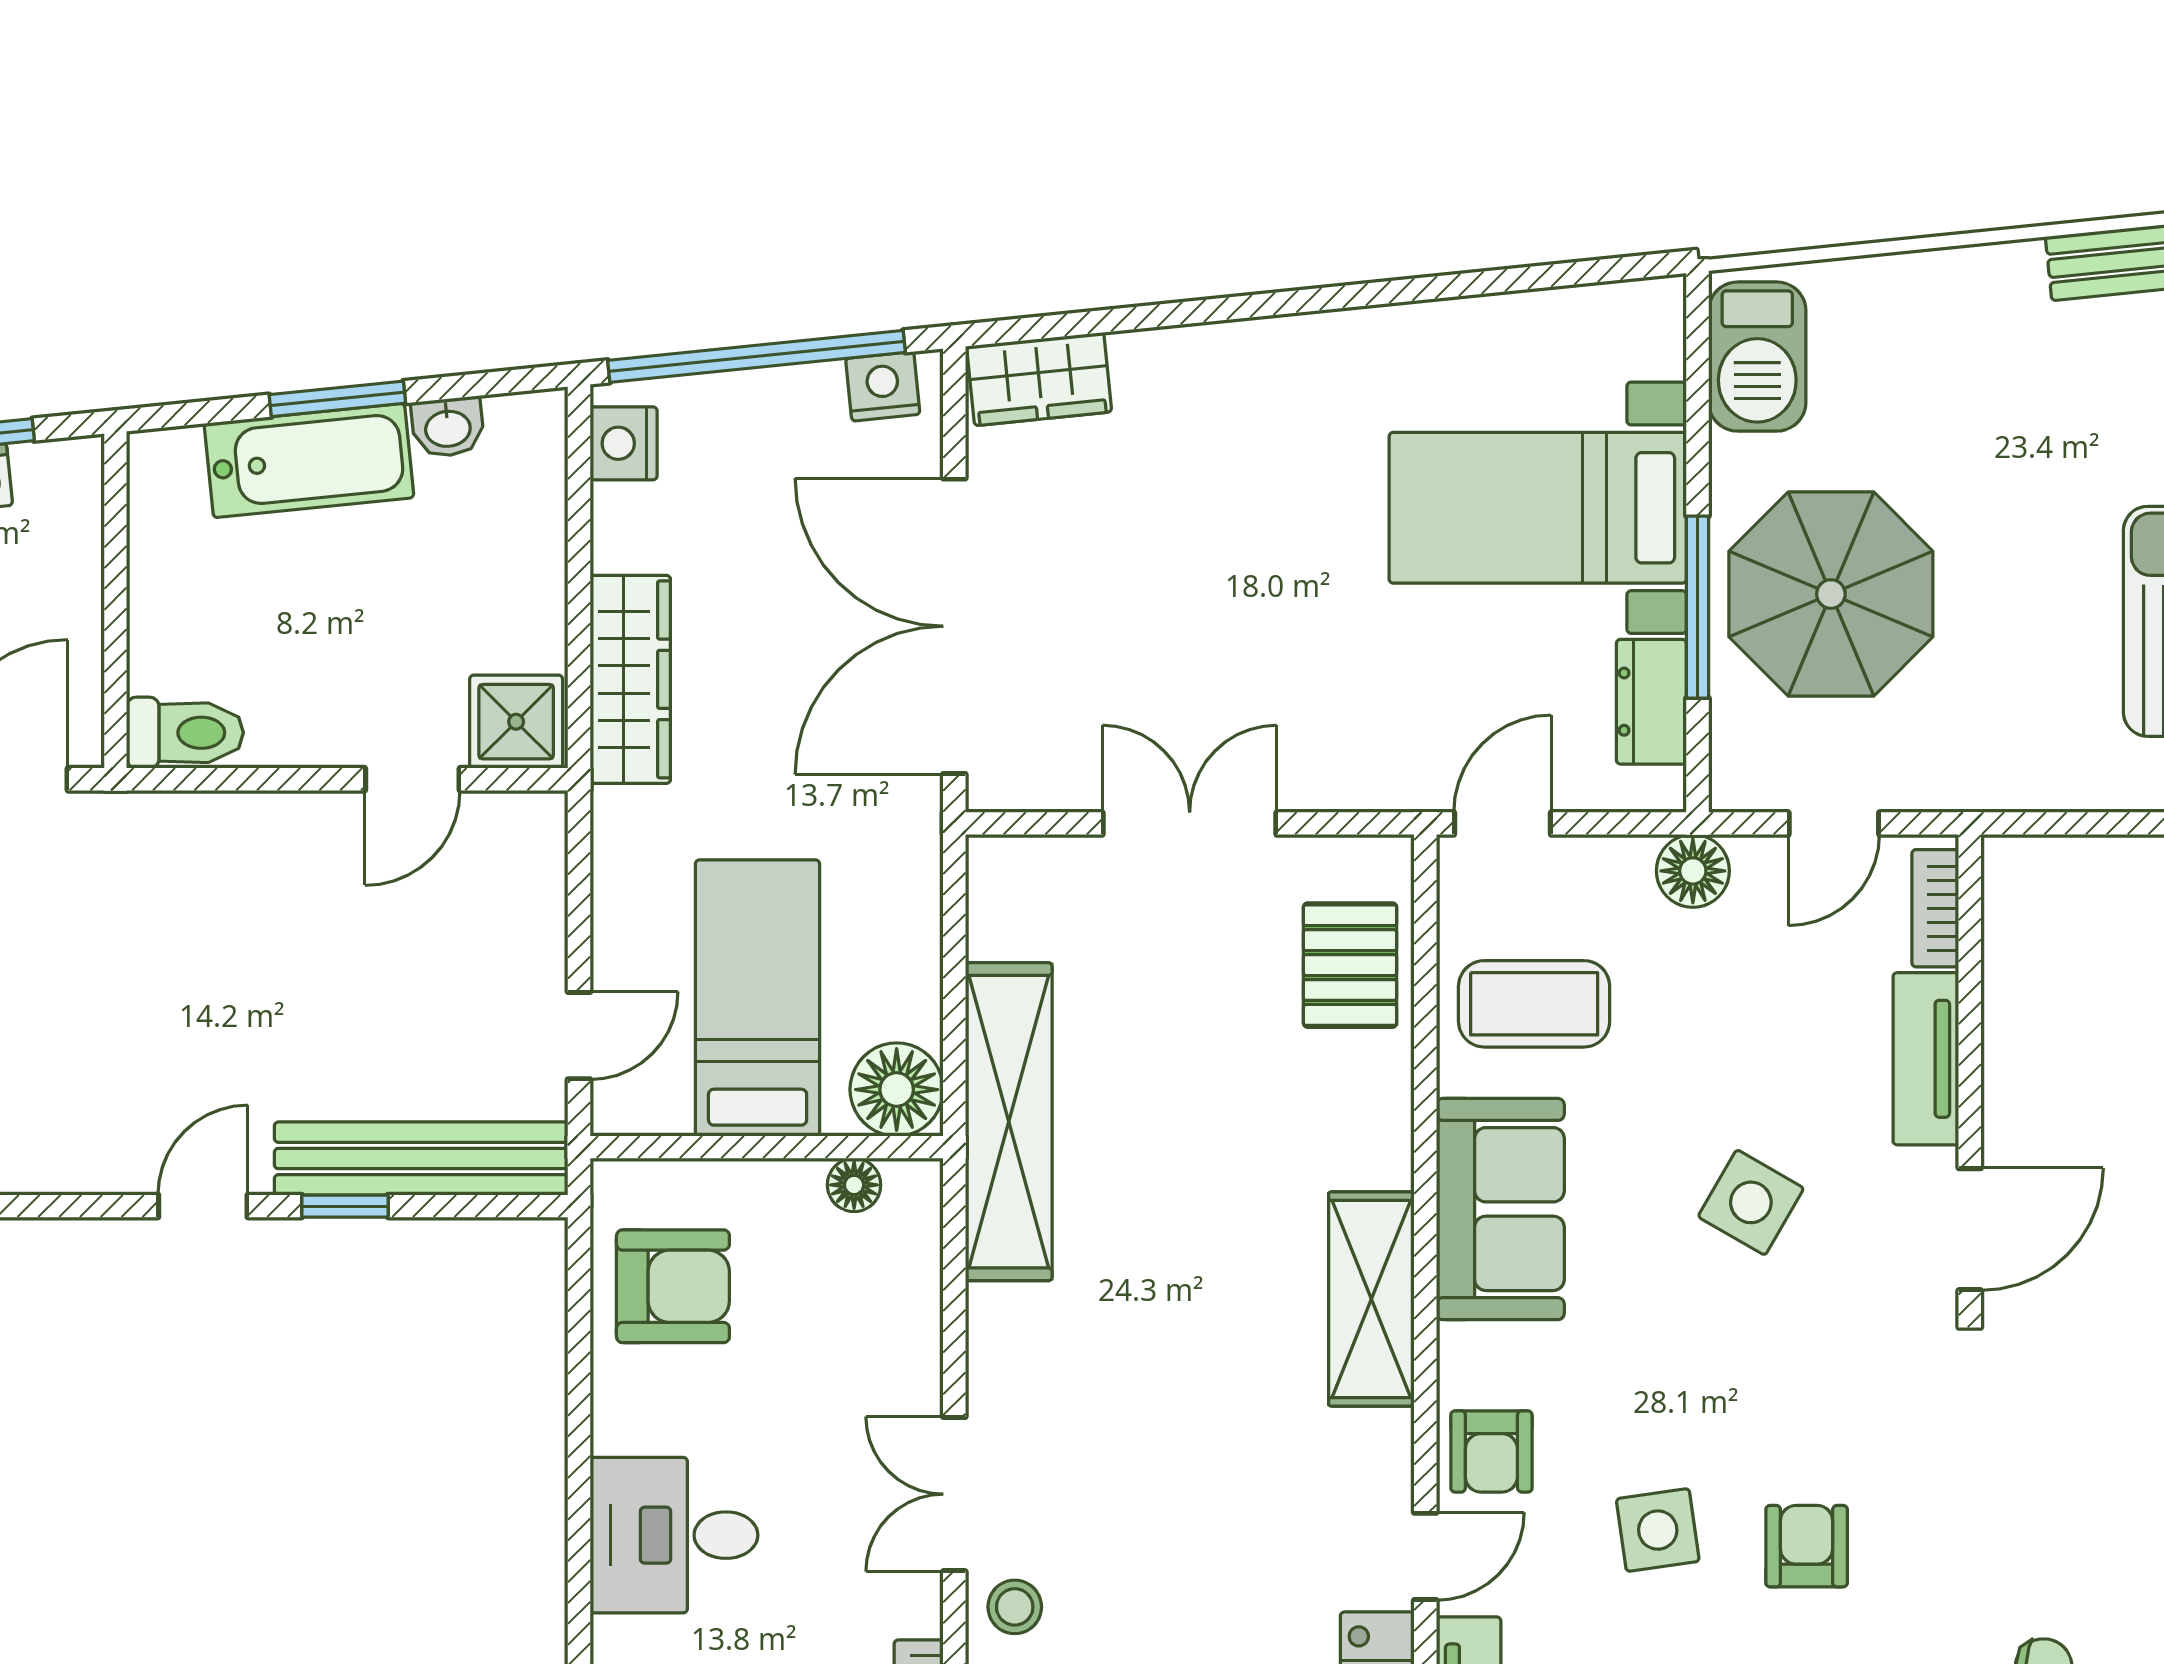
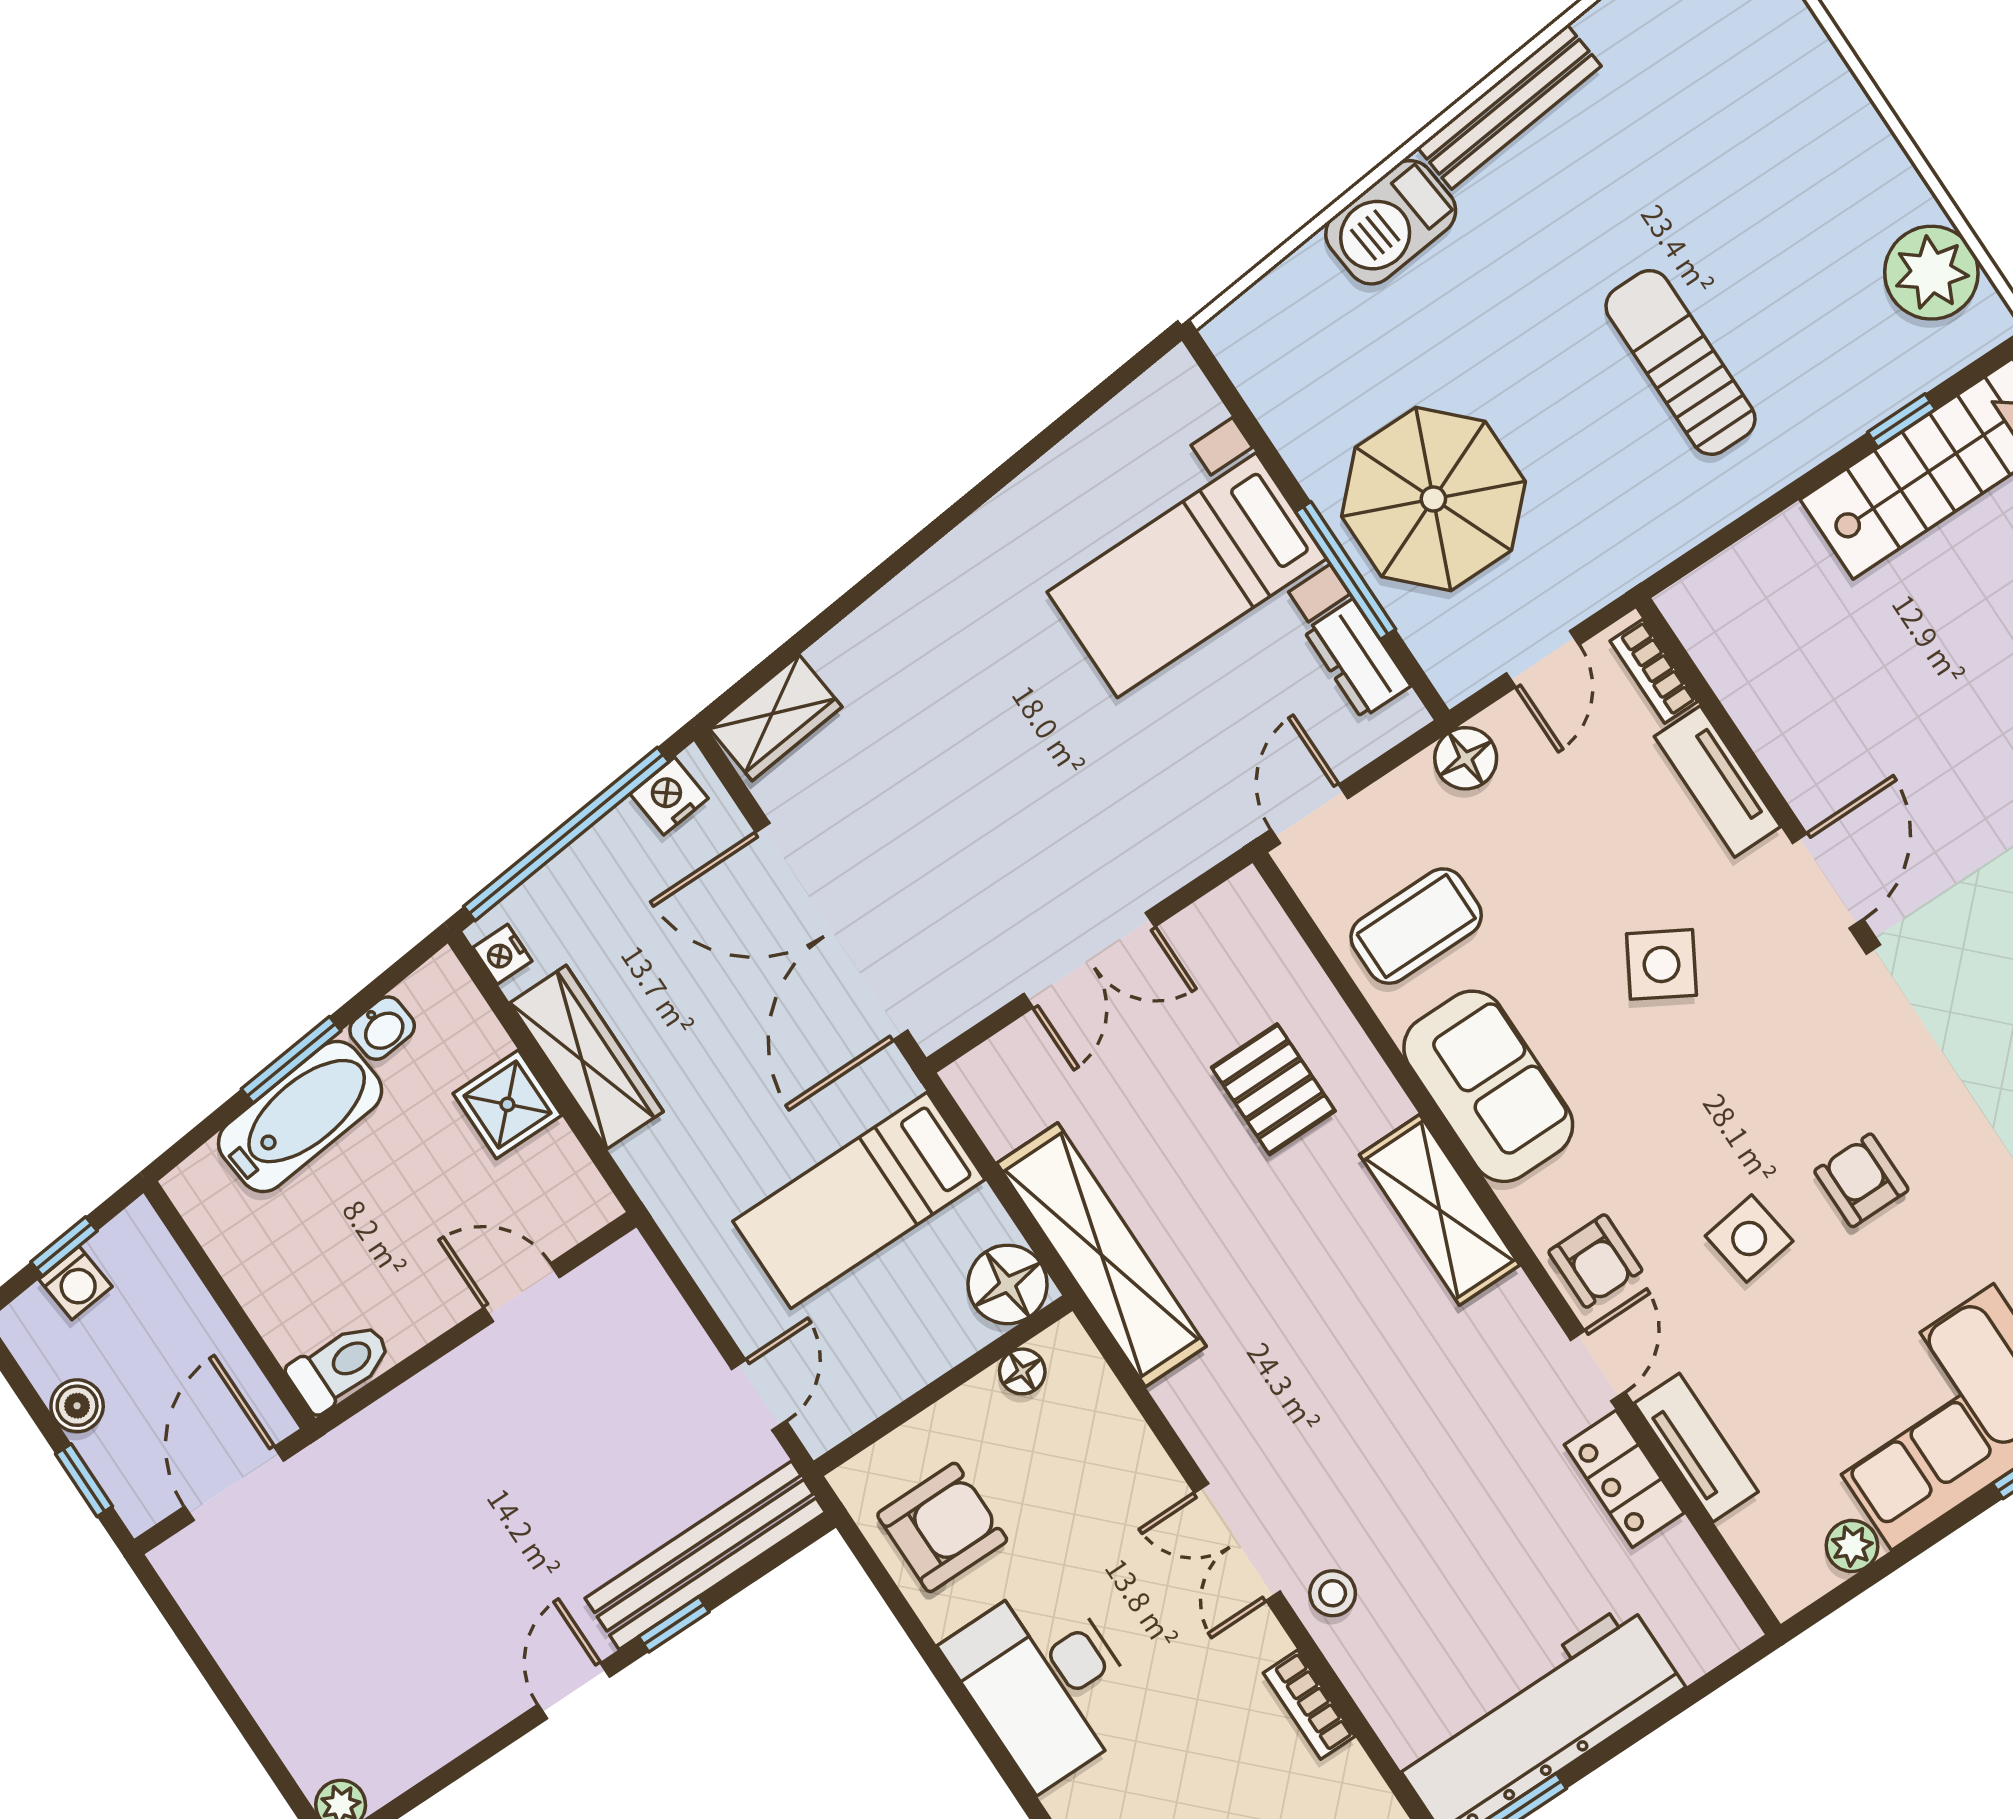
barbecue: (1757, 357) -> (1391, 222), moved, turned 84
nightstand: (624, 443) -> (502, 954), width x0.72, depth x0.74
wardrobe: (630, 679) -> (586, 1057), moved
shower: (516, 722) -> (507, 1104), moved
door: (412, 779) -> (522, 1292), swing flipped
double door: (1190, 823) -> (1089, 960), swing flipped
pallet: (1350, 965) -> (1273, 1089), moved
bed: (758, 998) -> (859, 1200), moved, turned -90
desk: (674, 1535) -> (1046, 1682), width x1.37

